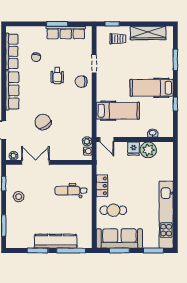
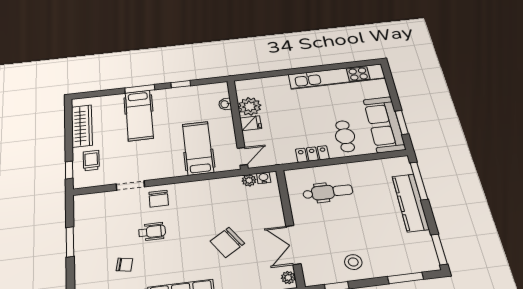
row of seats: (66, 33) -> (83, 228), removed
window: (175, 60) -> (140, 89), moved
hospital bed: (152, 88) -> (139, 115), moved
dental chair: (71, 191) -> (328, 192), turned -90
window: (38, 251) -> (439, 249), moved
window: (153, 251) -> (390, 84), removed

